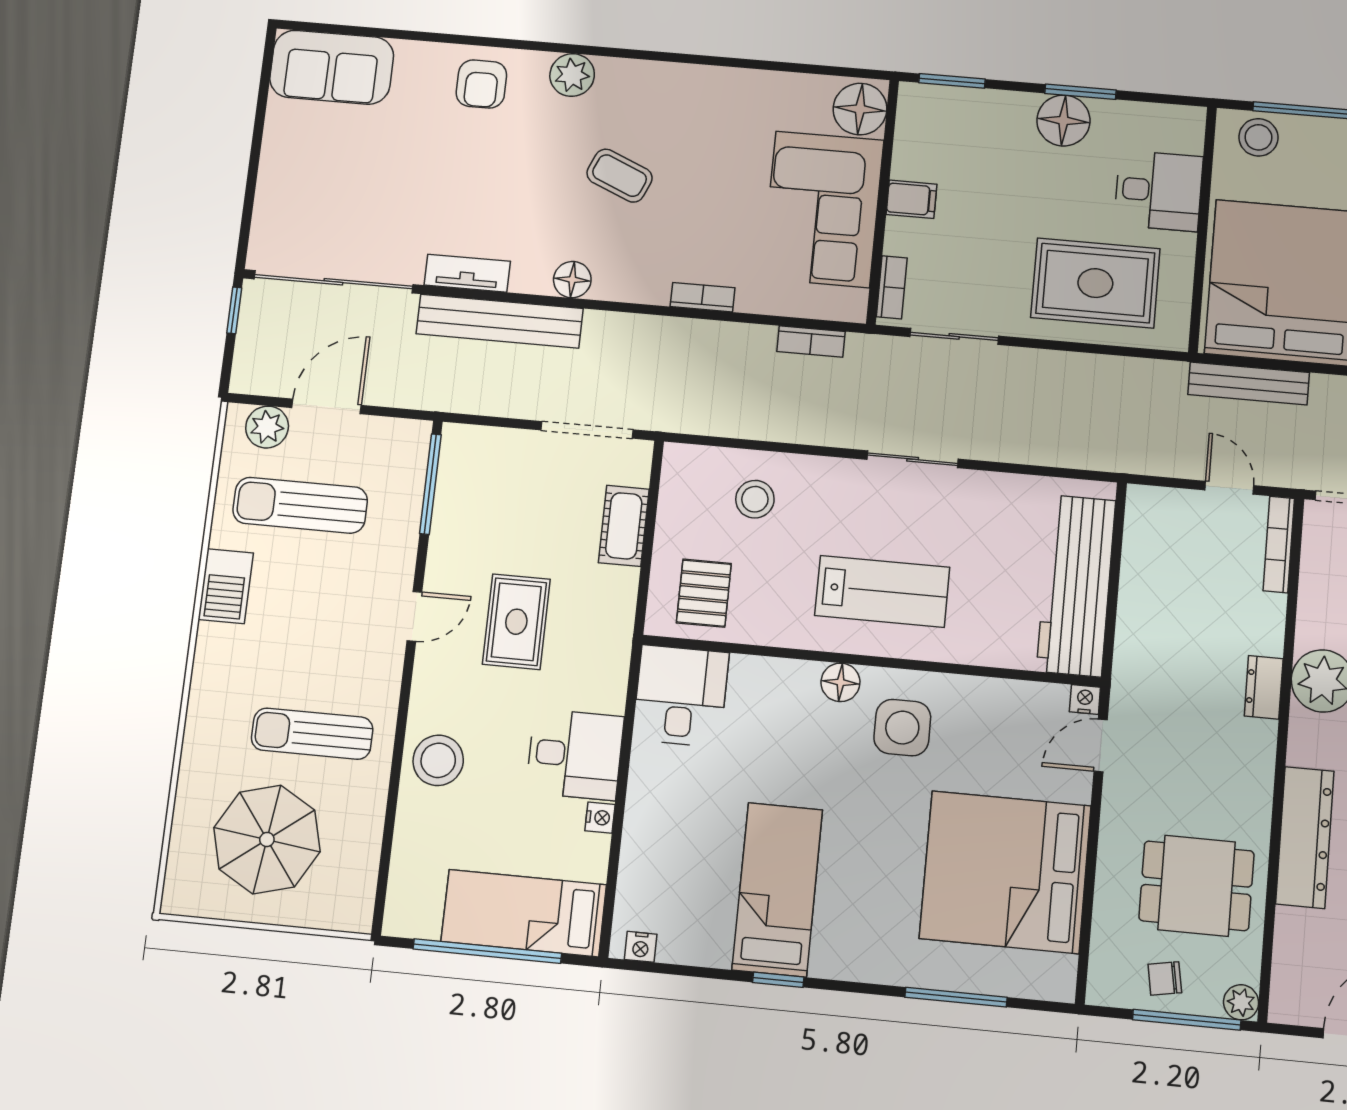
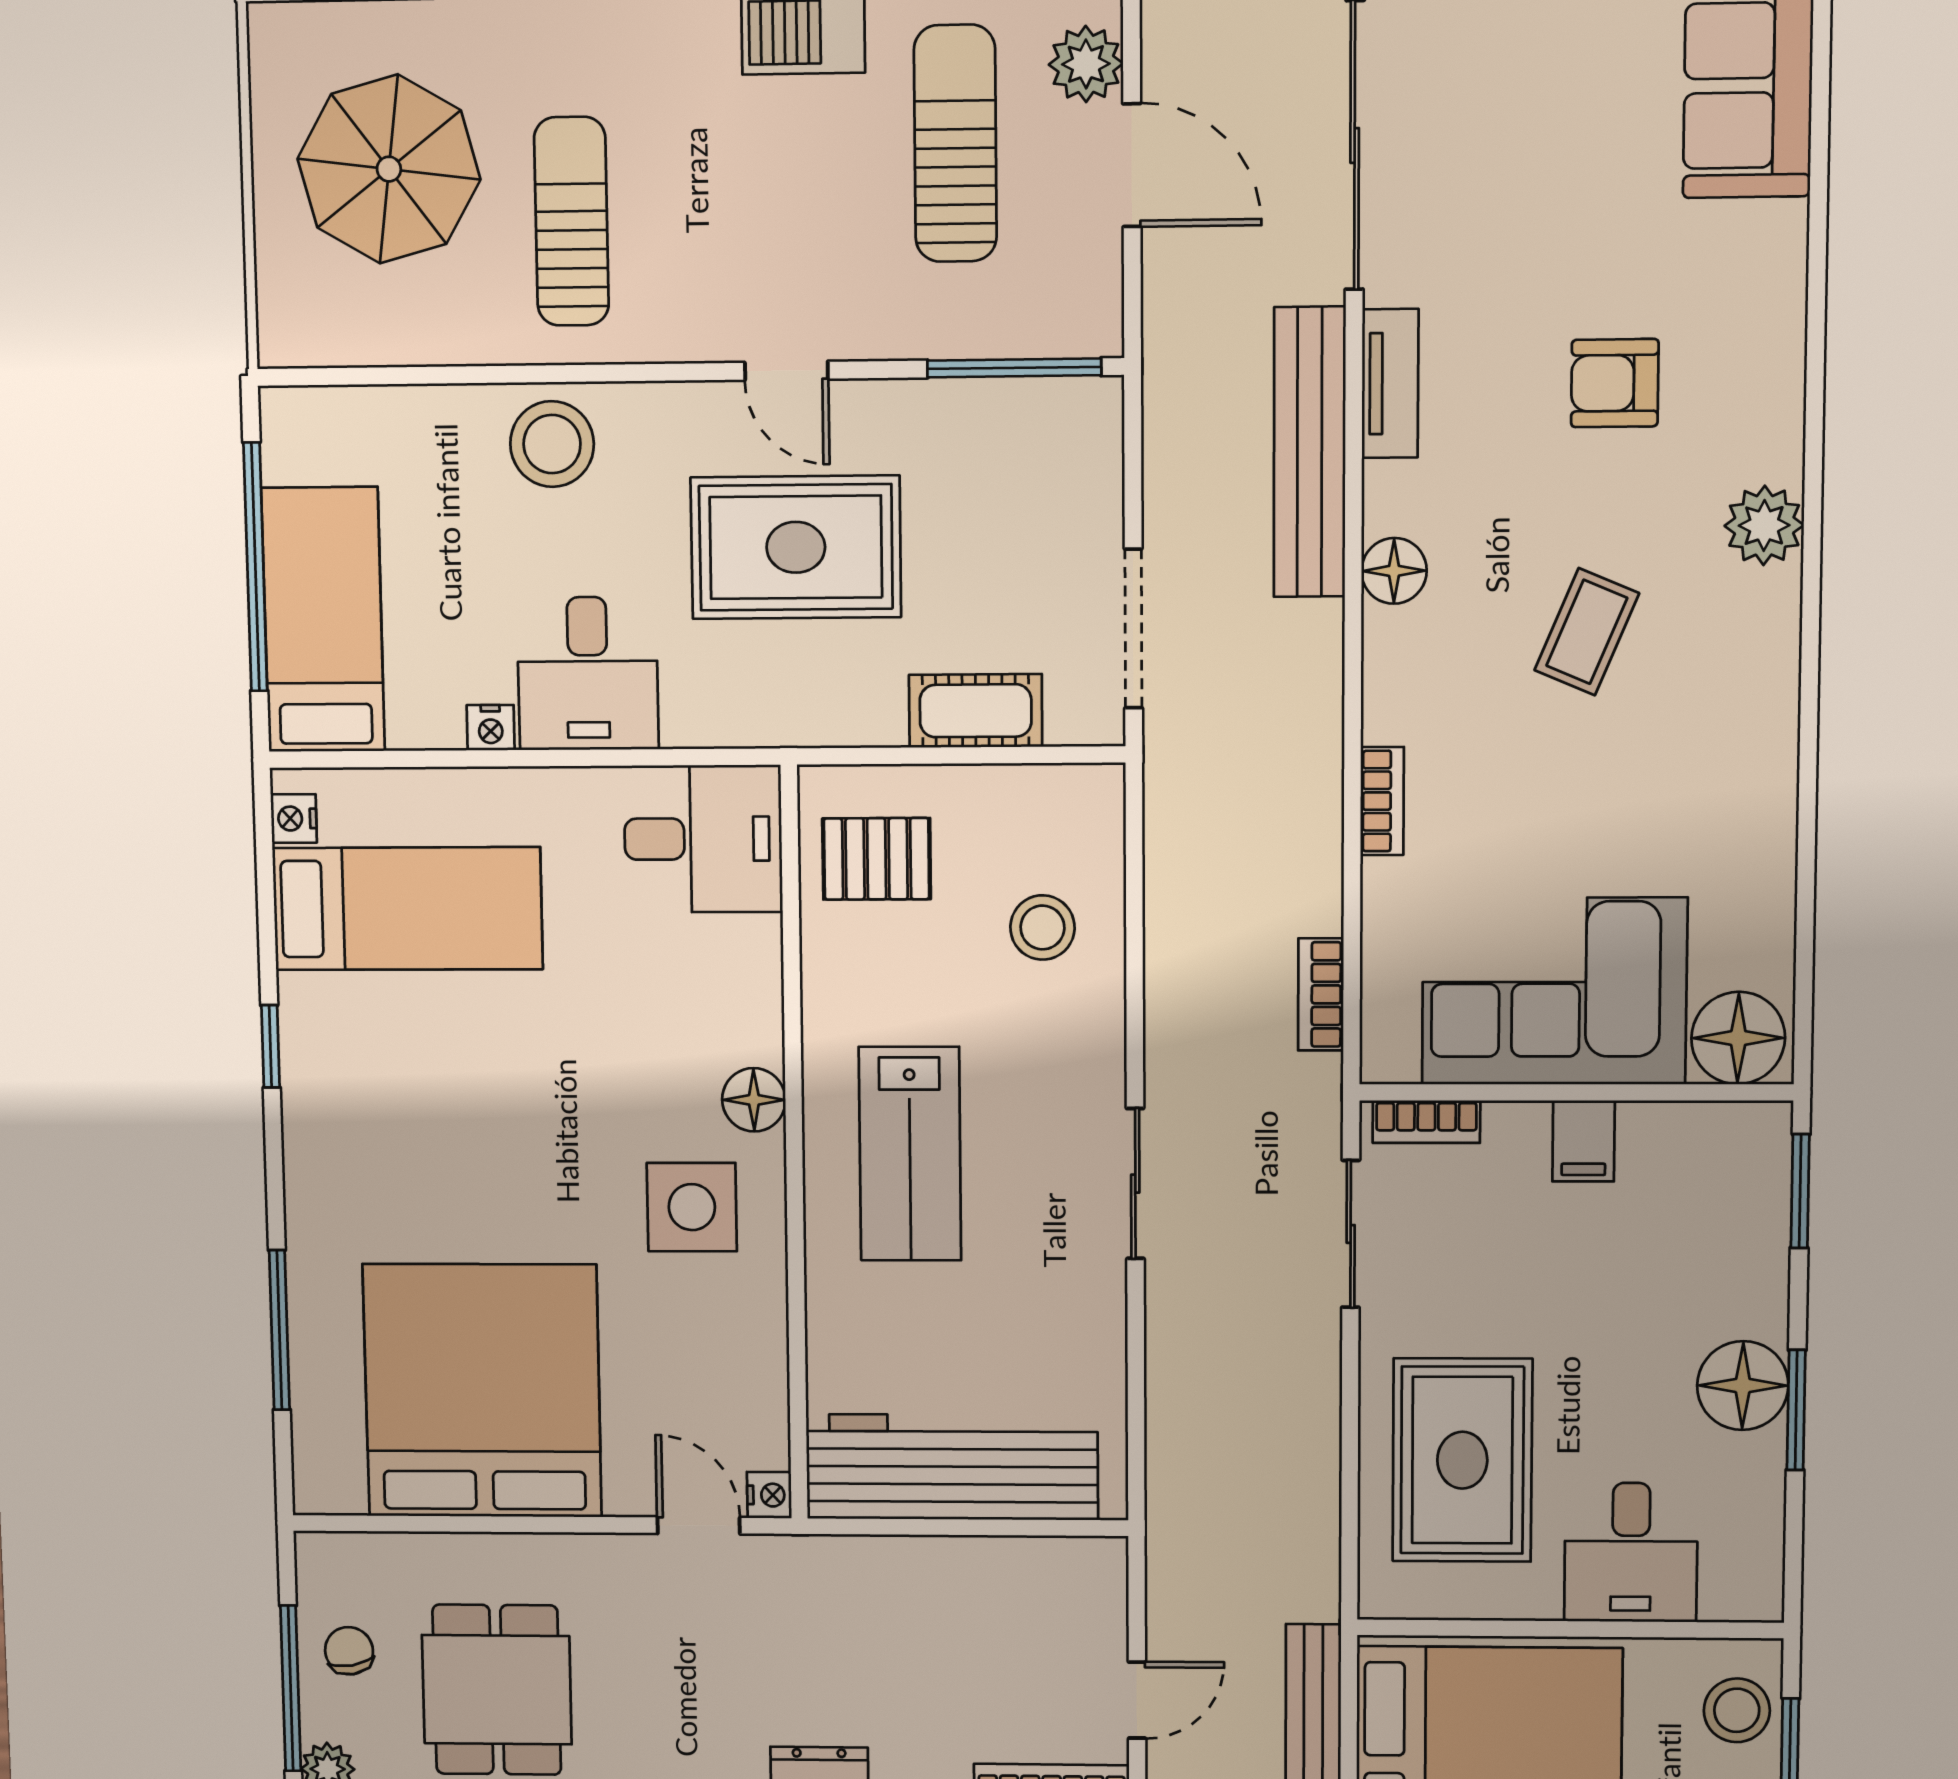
armchair: (481, 84) -> (1615, 383), moved
rug: (516, 622) -> (796, 547), width x1.36, depth x1.43
bed: (777, 890) -> (408, 909), moved

